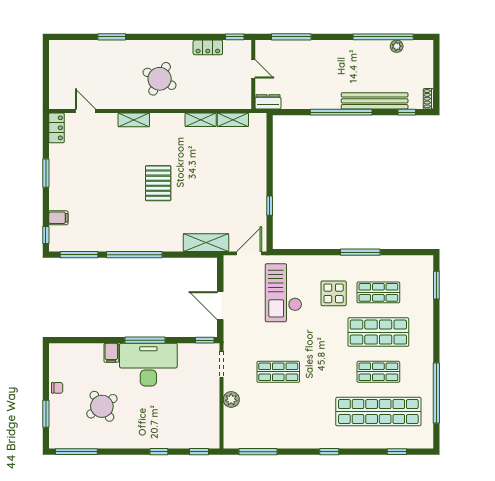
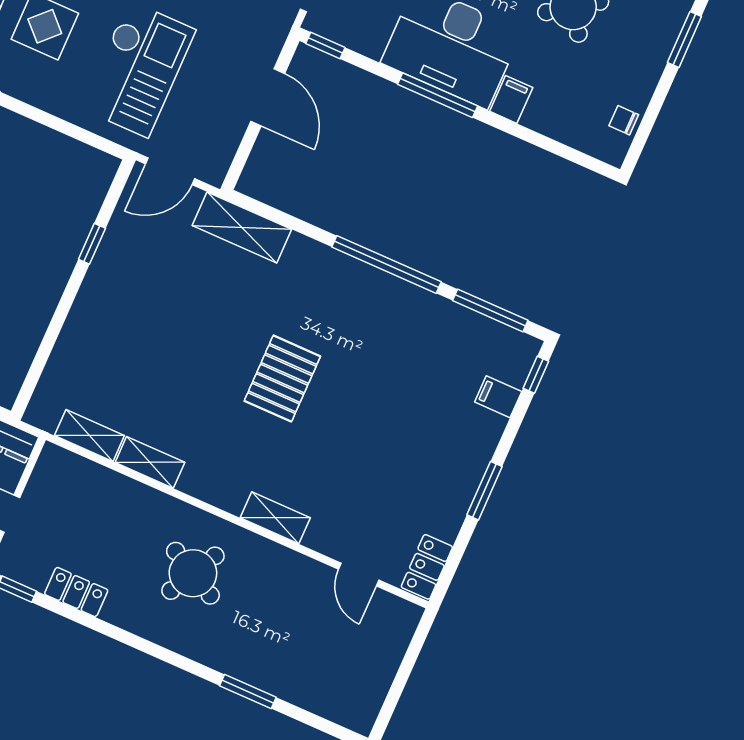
chair: (57, 388) -> (624, 120), moved

